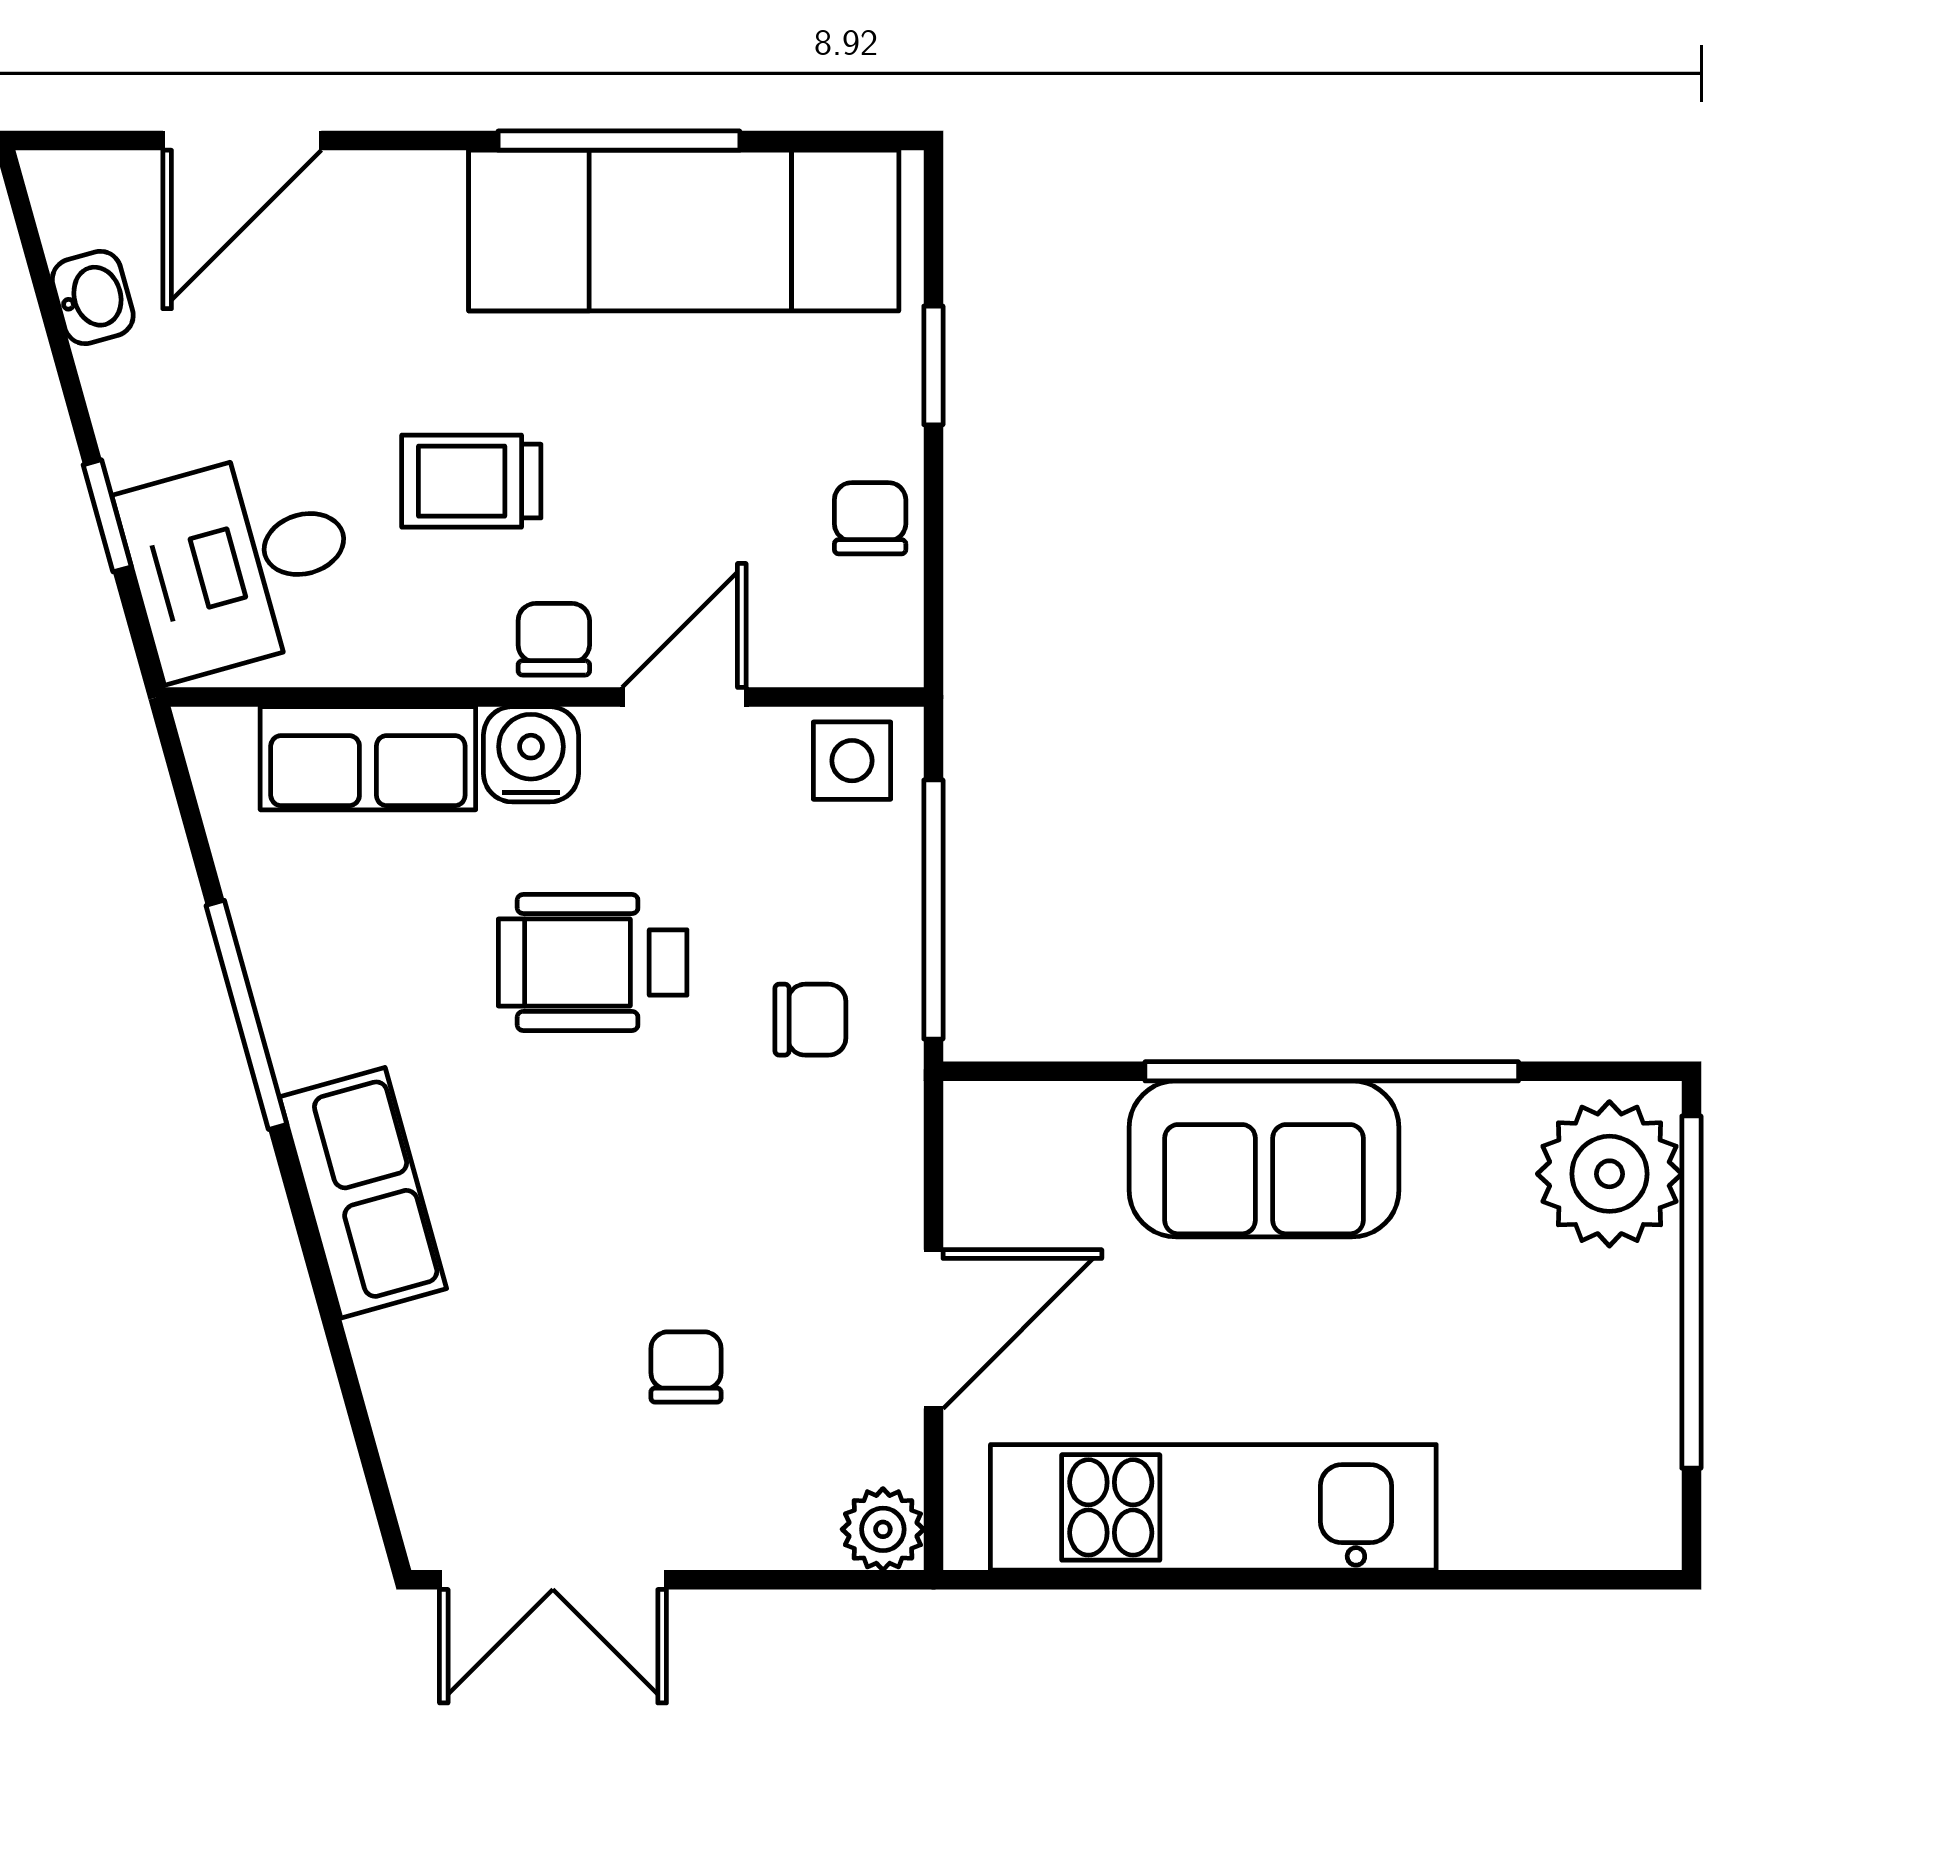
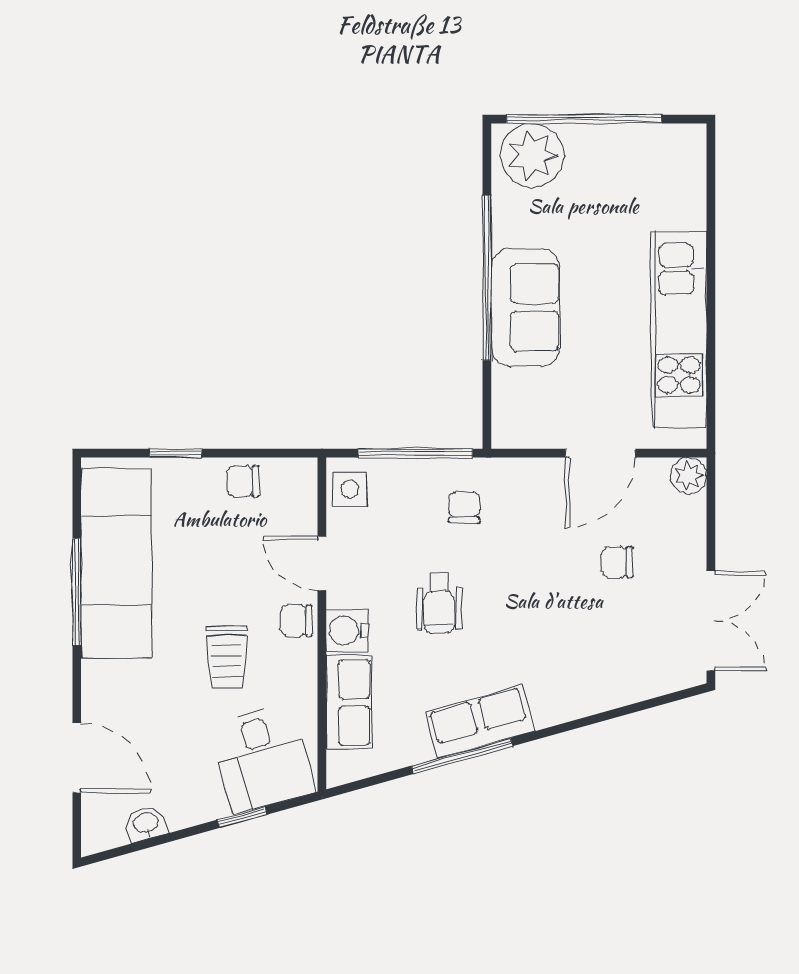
wheelchair: (593, 962) -> (439, 603), width x0.73, depth x0.73
row of seats: (363, 1193) -> (480, 722), moved
door: (933, 1329) -> (600, 453), swing flipped

